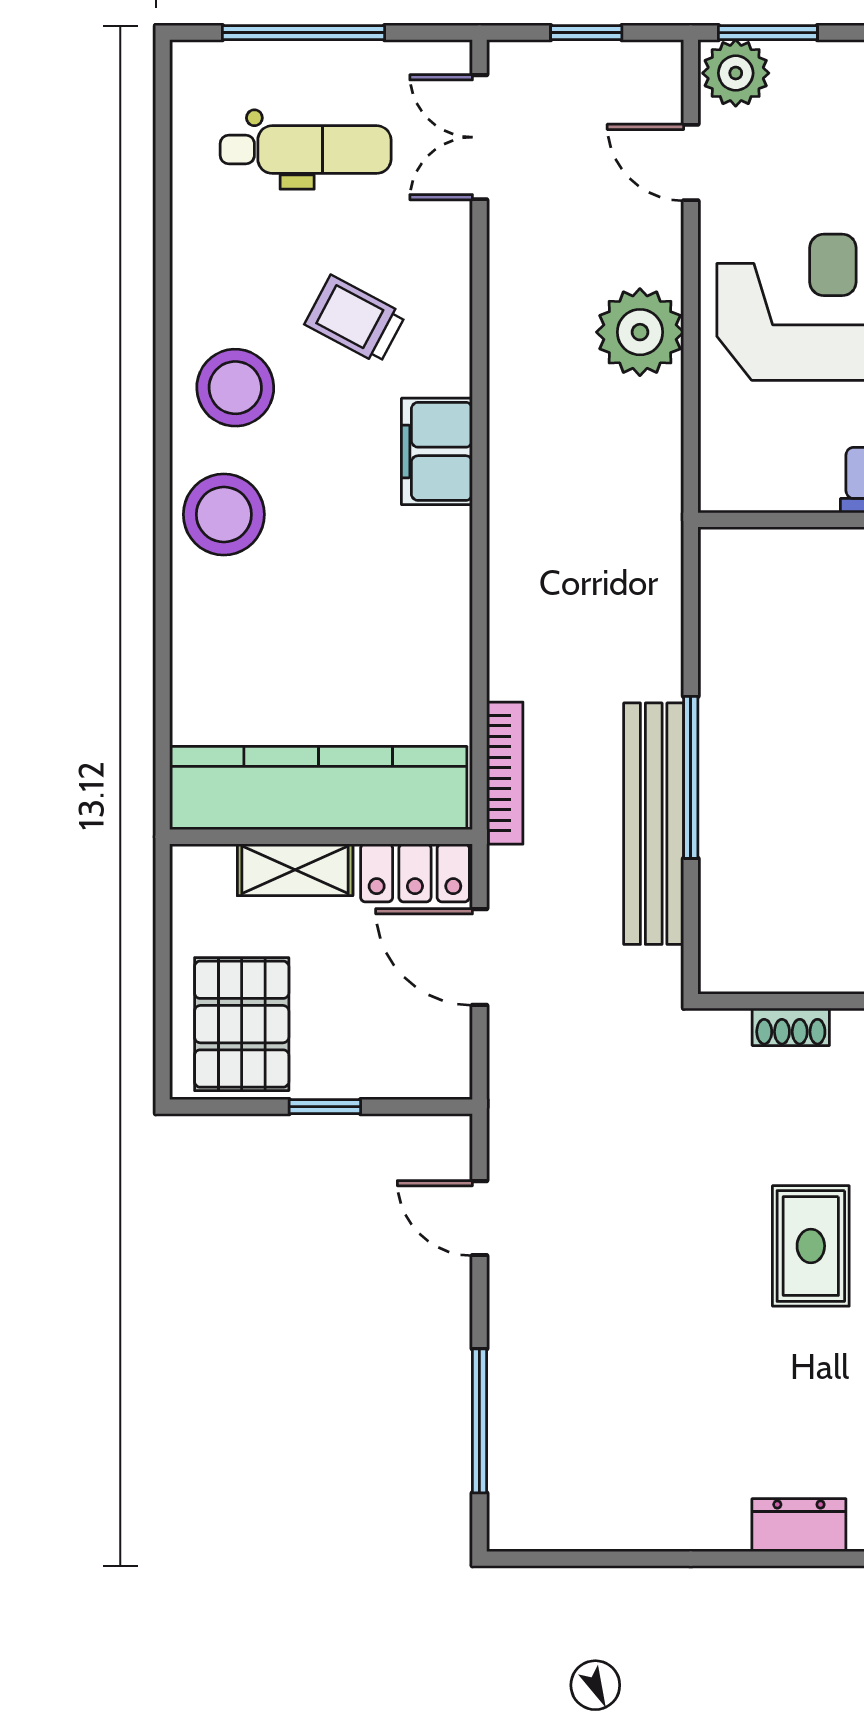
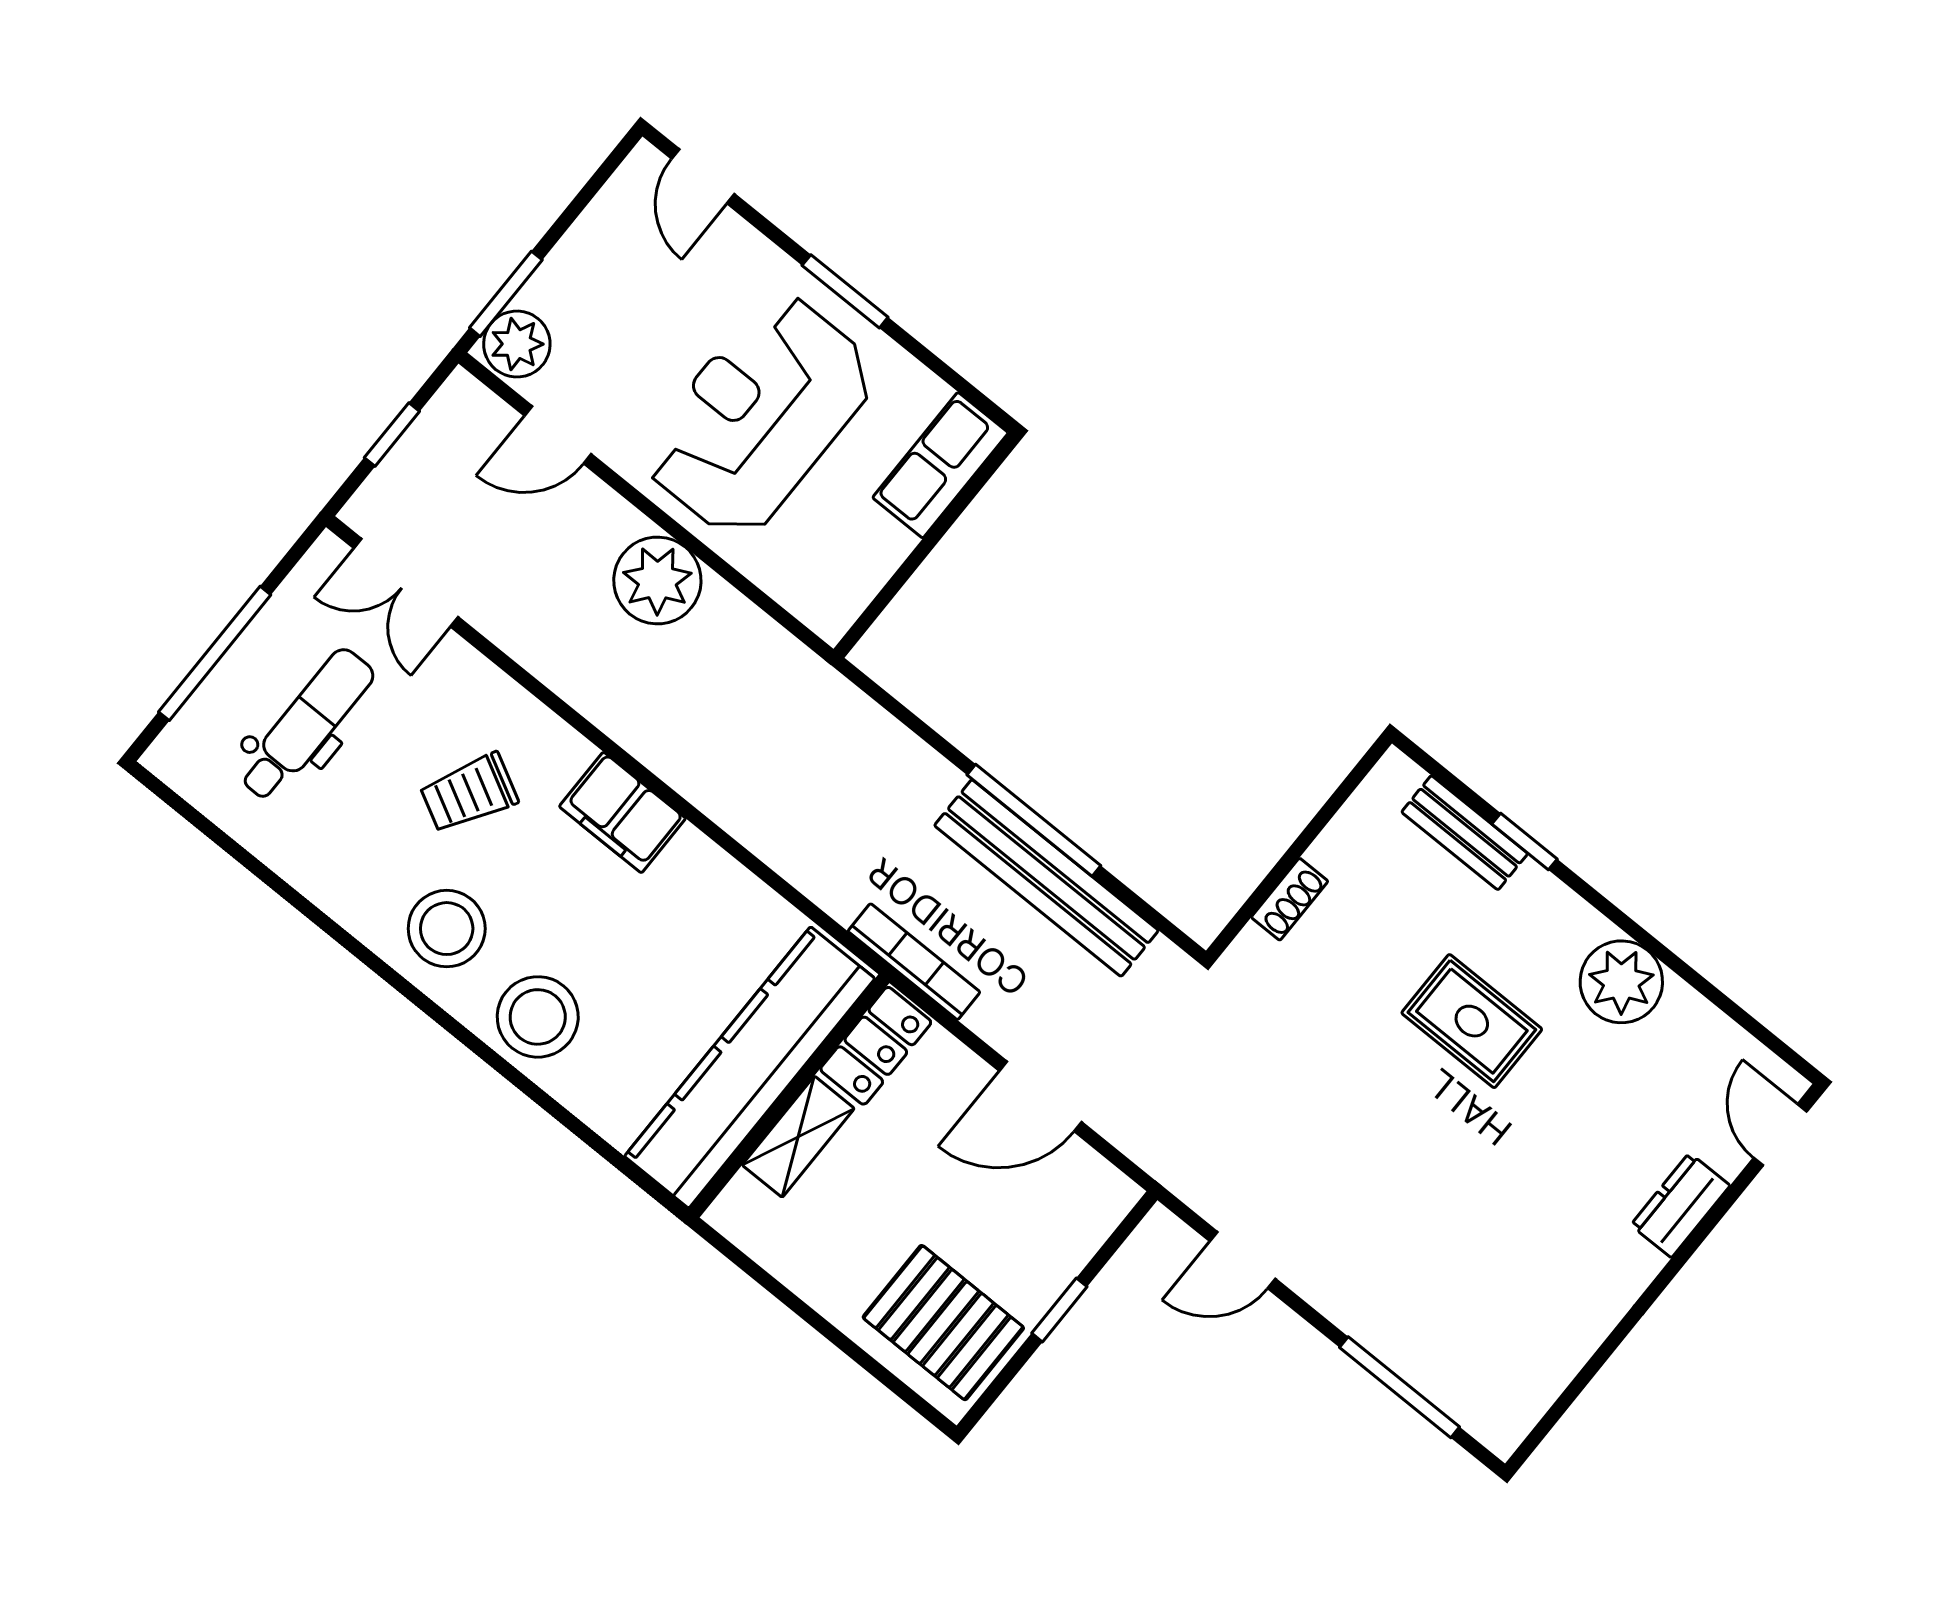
kitchen counter: (318, 788) -> (750, 1067), moved
wall: (321, 837) -> (789, 1096), moved
shelving: (295, 870) -> (798, 1137), moved
locker: (415, 873) -> (876, 1046), moved

